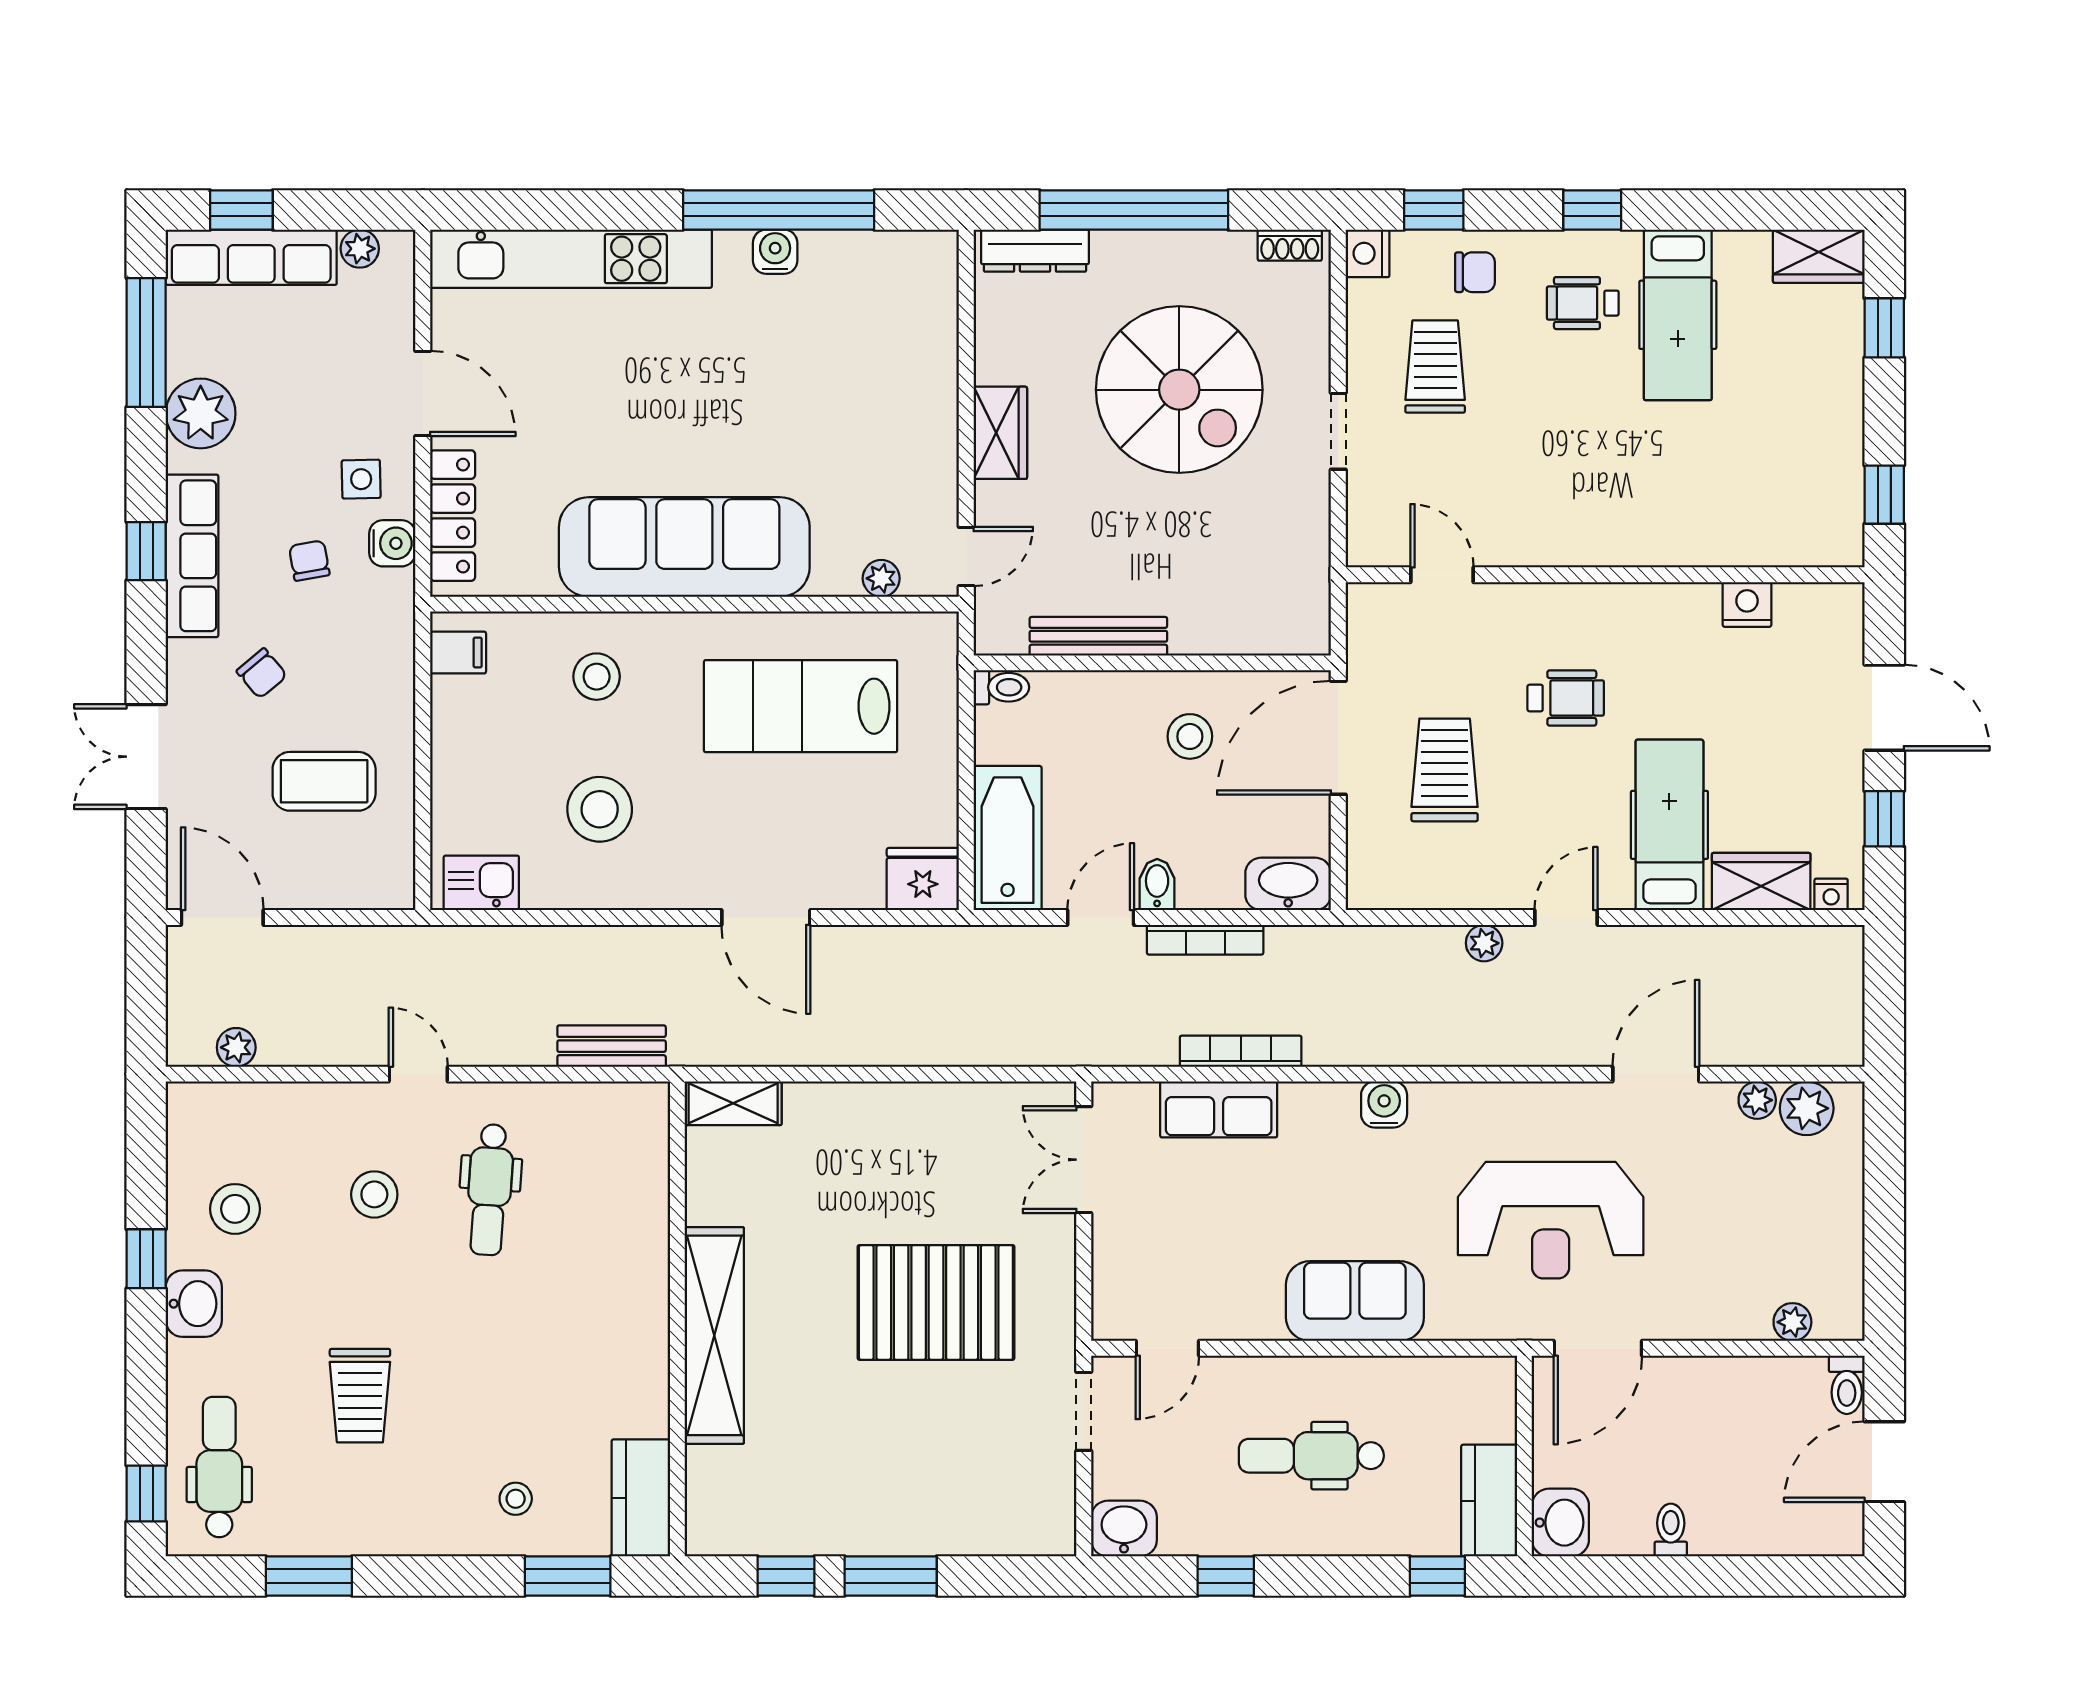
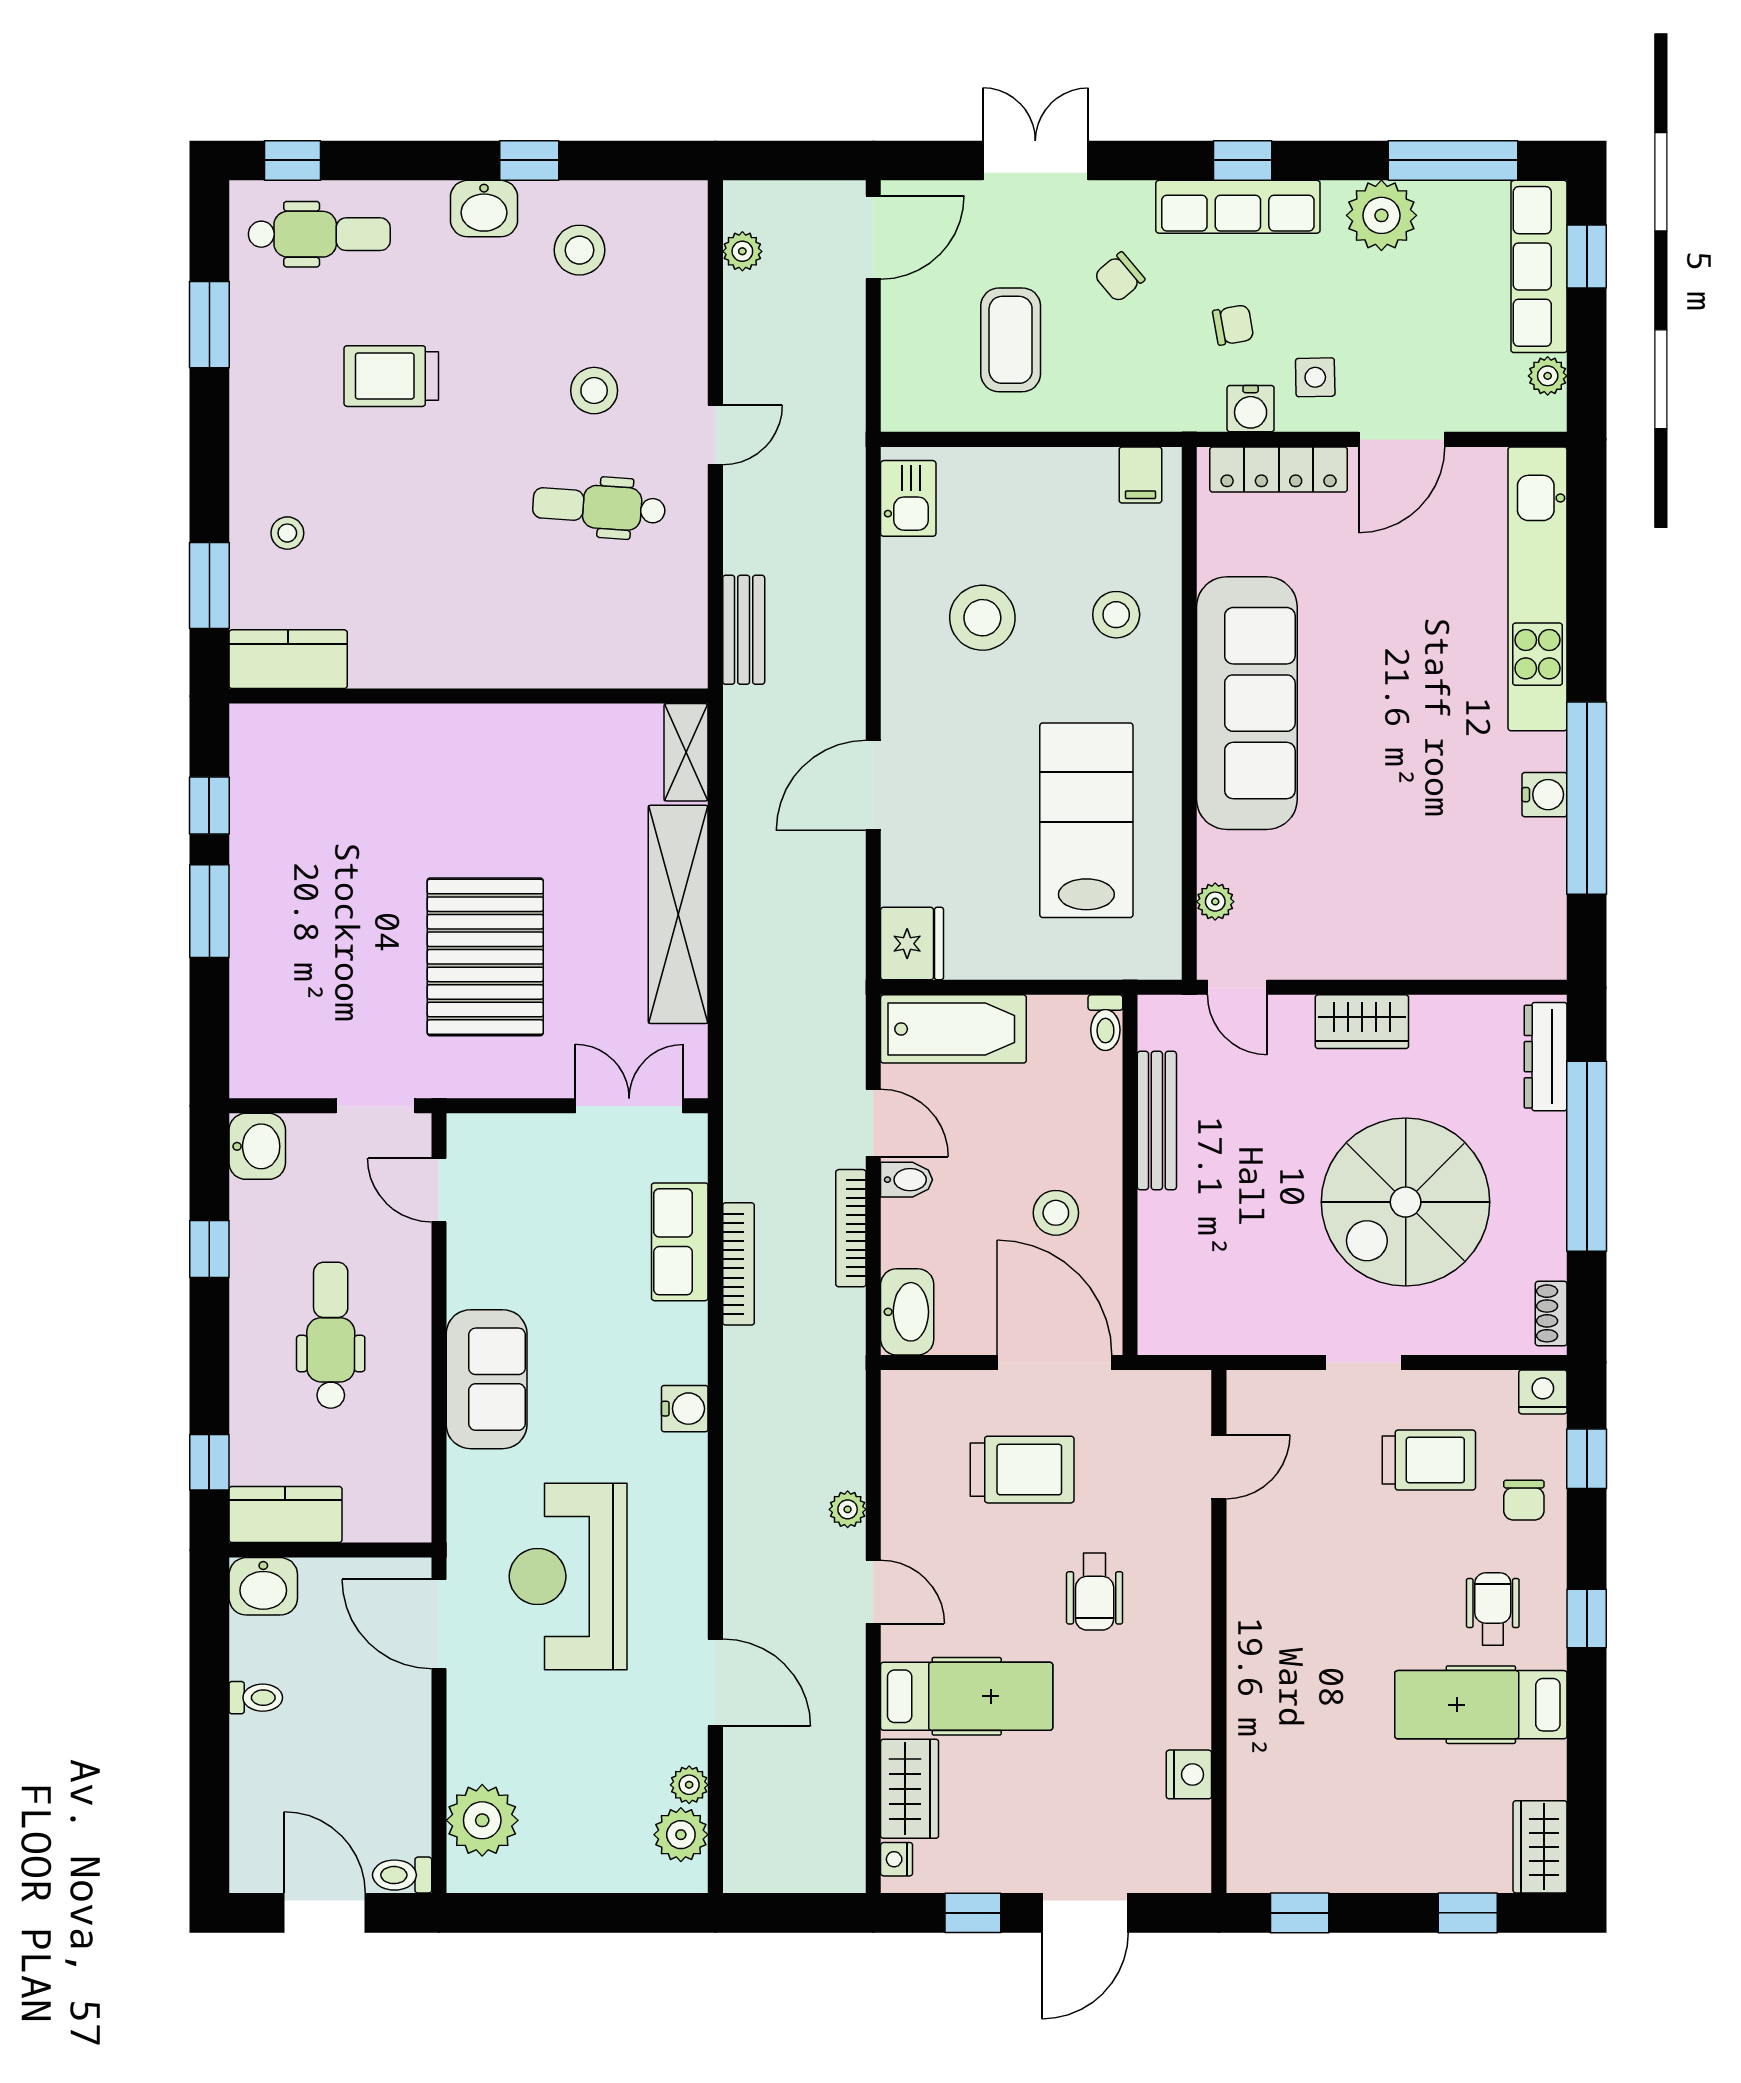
plant: (1792, 1322) -> (482, 1820), width x1.88, depth x1.88
shelving: (714, 1335) -> (678, 914), moved, turned 90

